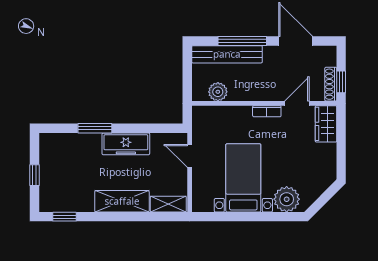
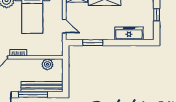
window: (95, 128) -> (93, 43), moved
freezer: (126, 144) -> (129, 33), moved

